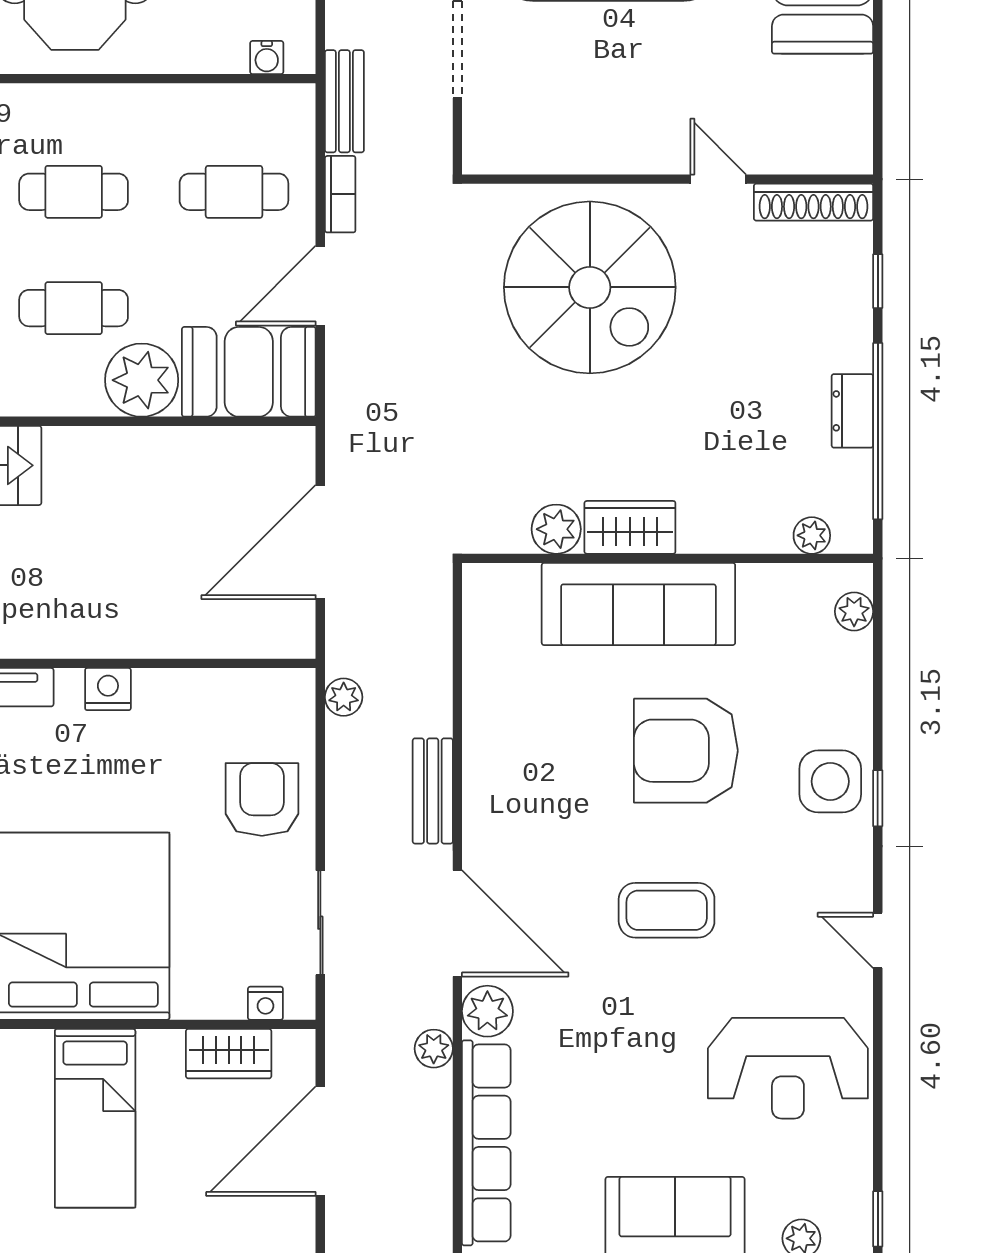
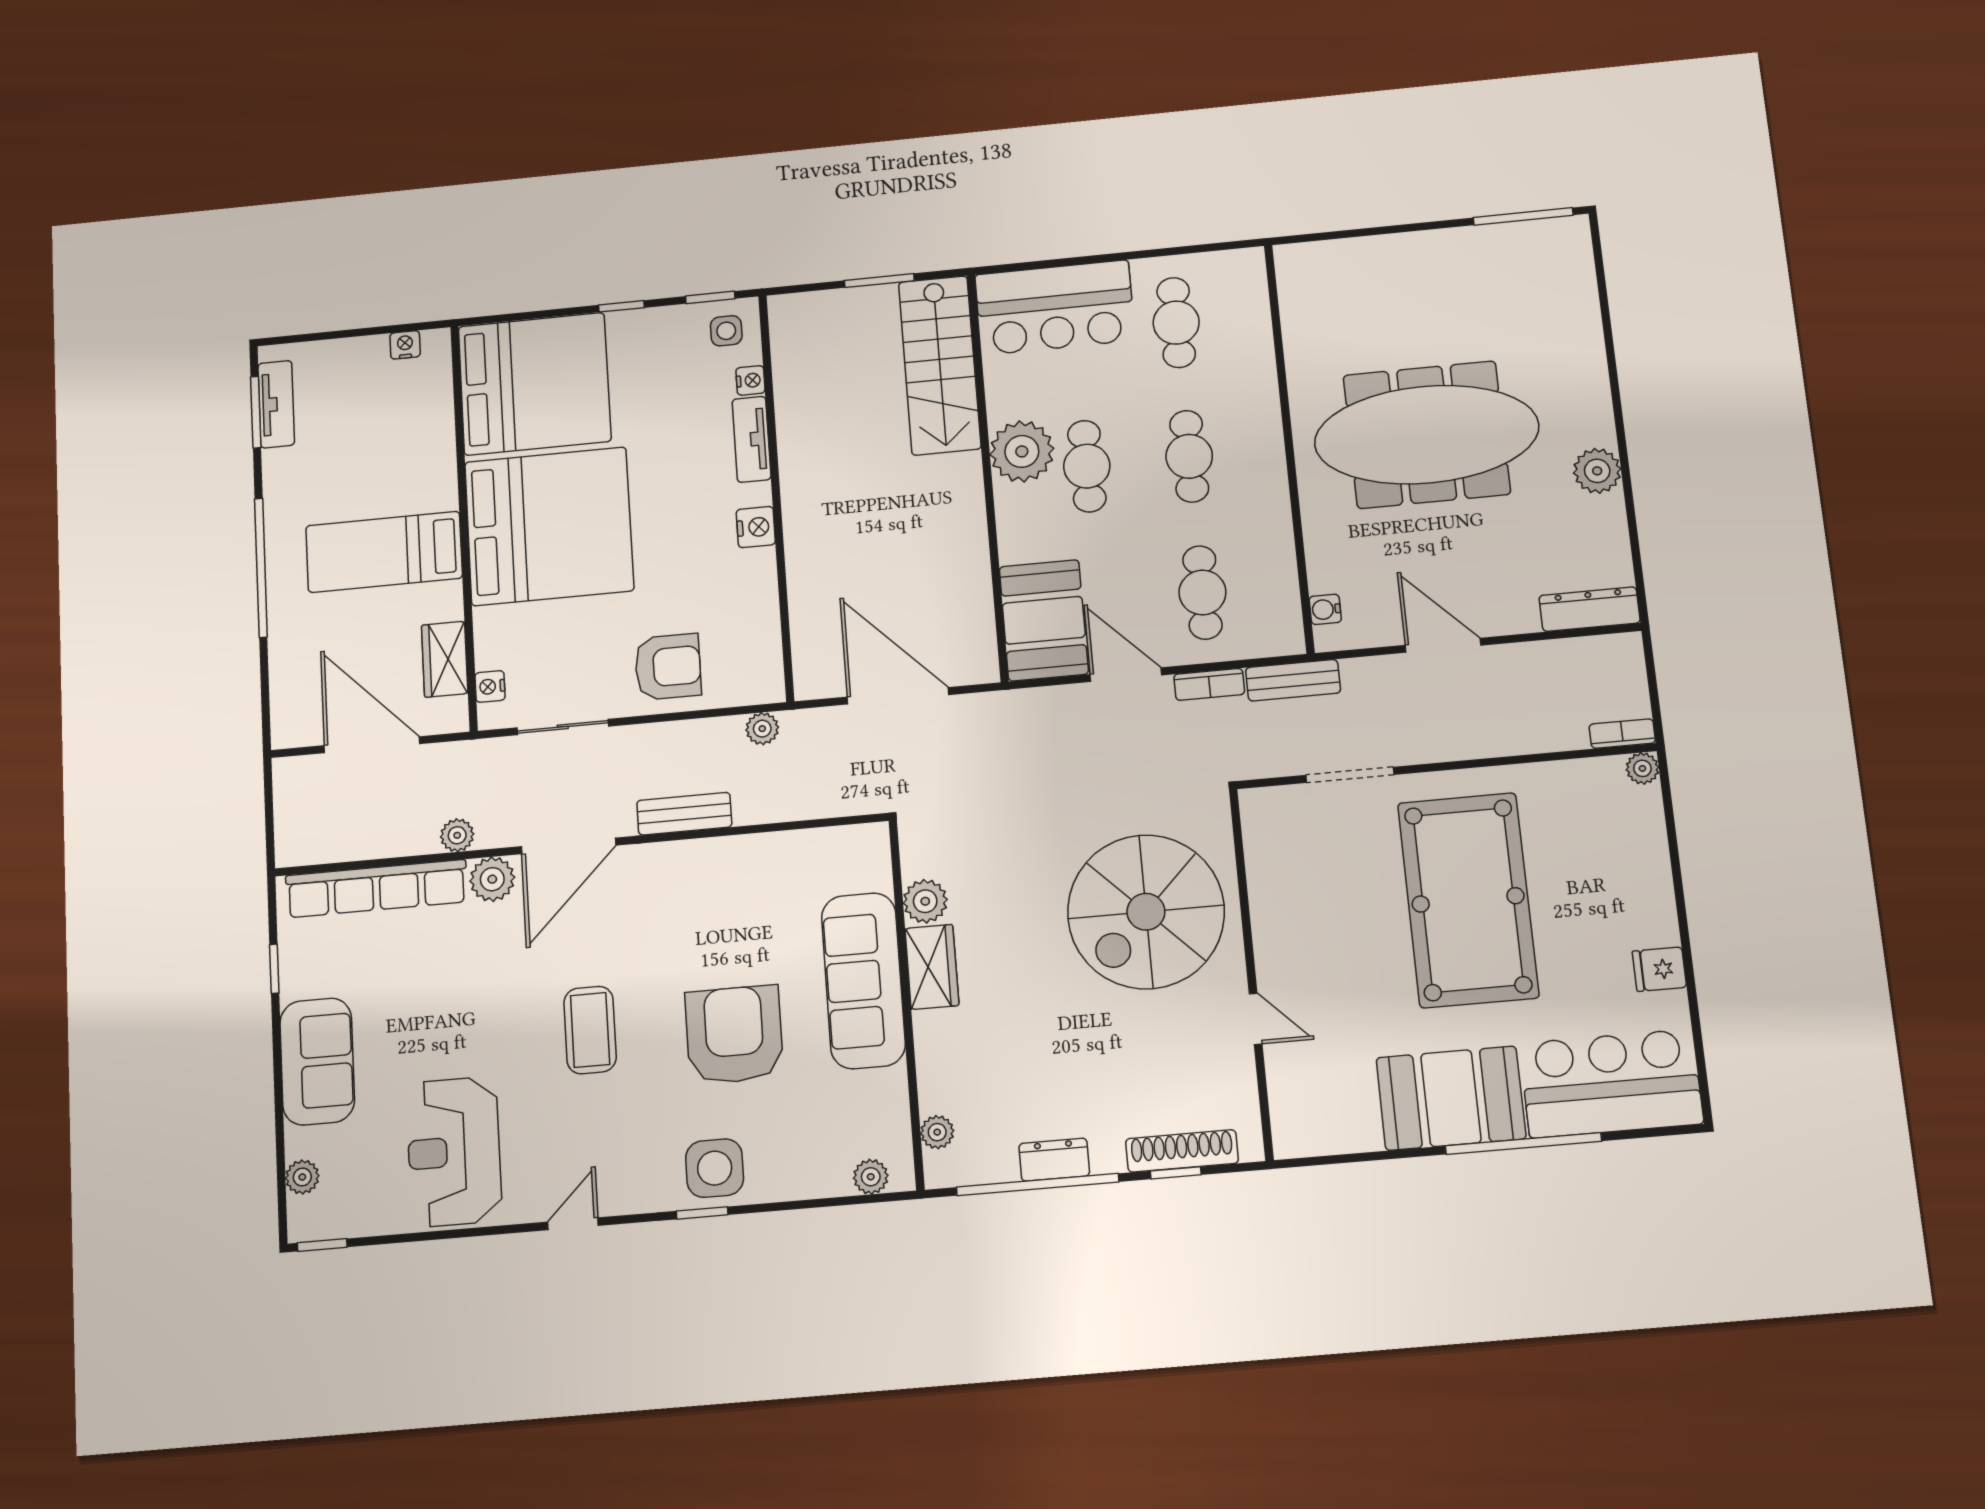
door: (718, 179) -> (1256, 1019), hinge flipped
shoe rack: (813, 202) -> (1182, 1151), moved, turned 90
plant: (142, 380) -> (1022, 451), moved

